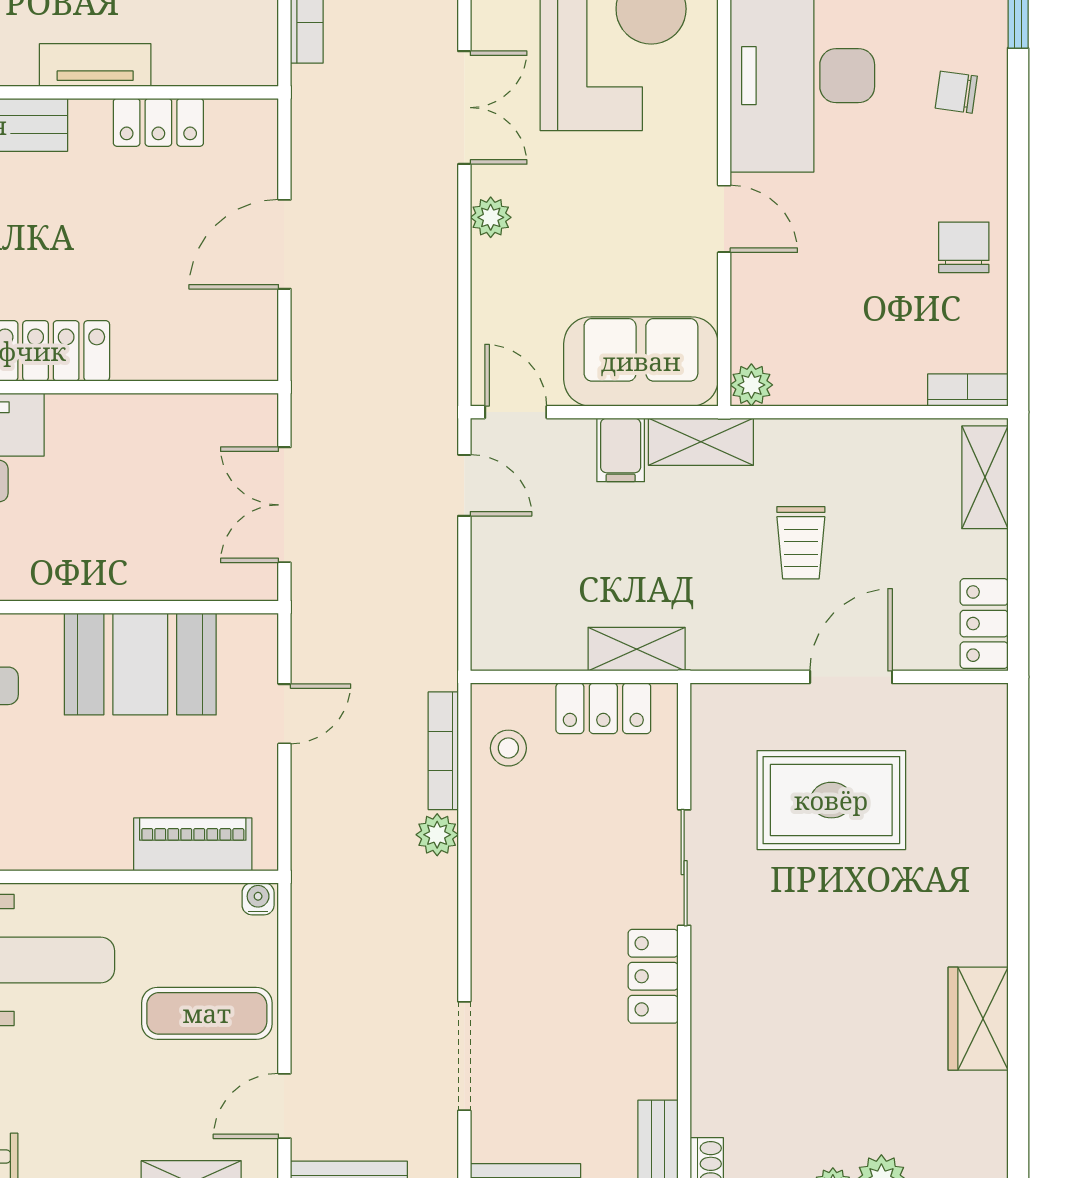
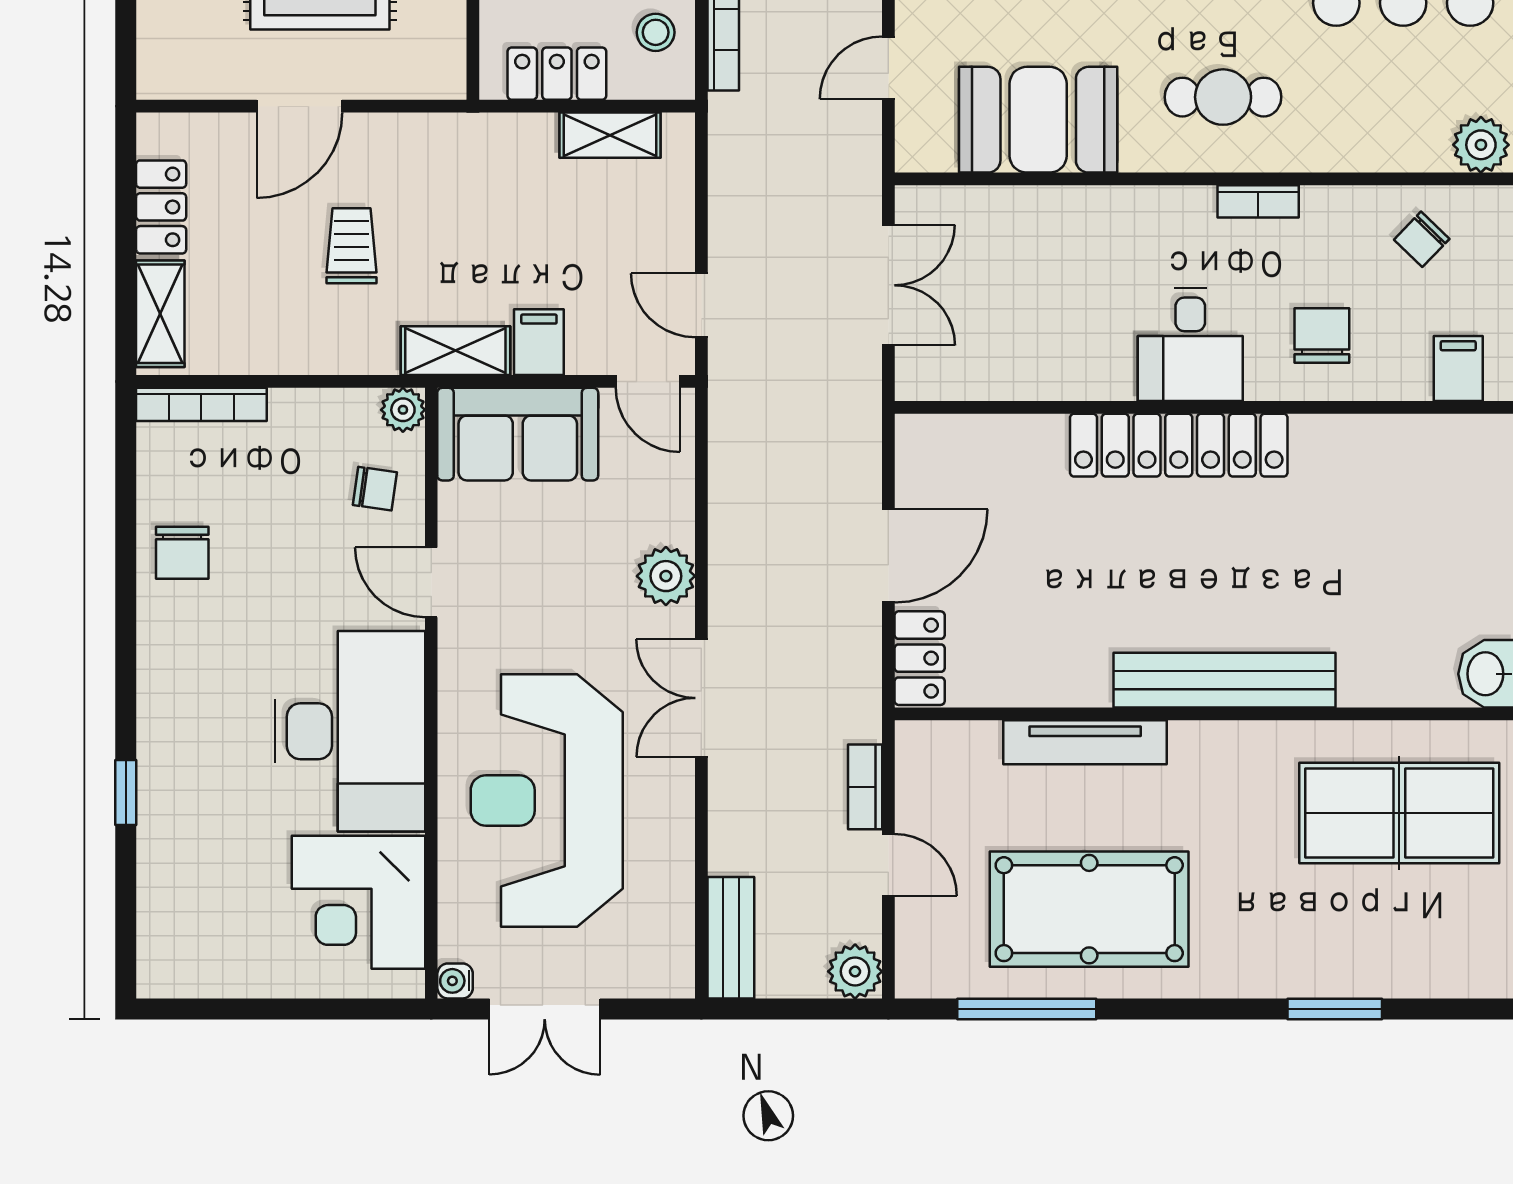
tv unit: (95, 65) -> (1085, 742), width x1.41
chair: (956, 92) -> (375, 489), moved
locker: (158, 122) -> (920, 658), moved, turned 90
plant: (491, 217) -> (666, 576), width x1.38, depth x1.38
bookcase: (968, 390) -> (201, 404), width x1.56
locker: (984, 624) -> (161, 207), moved
shelving: (637, 649) -> (610, 135), moved

